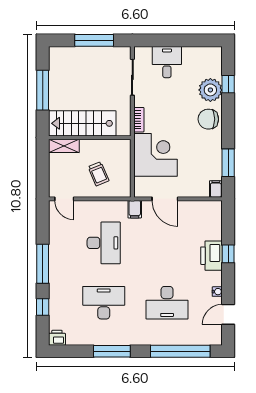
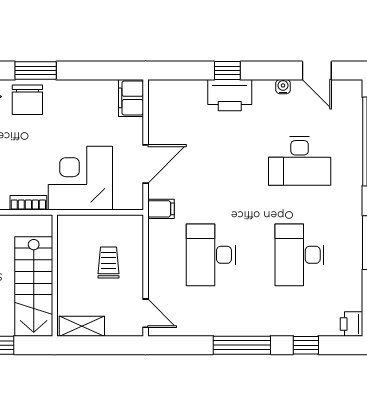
shelving: (64, 146) -> (82, 326), moved, turned 90
window: (228, 163) -> (36, 71), moved
trolley: (98, 174) -> (108, 263), turned -67
filing cabinet: (216, 189) -> (131, 98), width x2.00
door: (64, 199) -> (146, 313), hinge flipped
desk: (104, 243) -> (211, 255), turned -90
desk: (167, 303) -> (300, 161), turned 90

